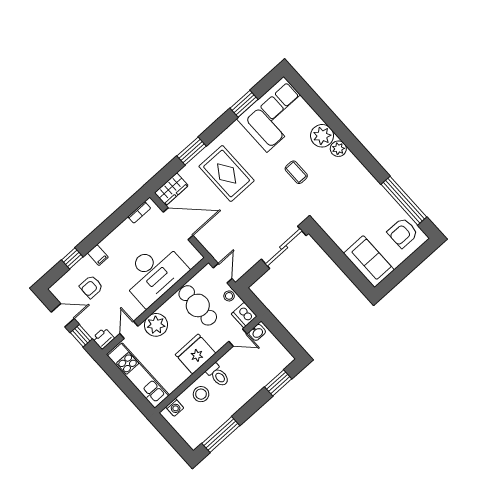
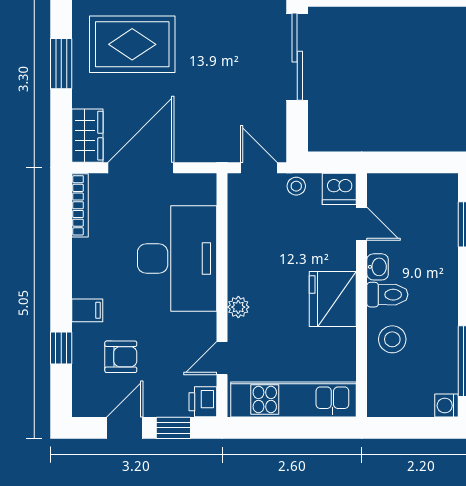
bookcase: (139, 212) -> (80, 205), width x1.56
armchair: (91, 287) -> (121, 357), turned -90
cafe table: (198, 305) -> (272, 239), removed
plant: (156, 325) -> (238, 307), width x0.53, depth x0.53
door: (129, 330) -> (222, 358), hinge flipped
washbasin: (257, 332) -> (378, 267), moved
door: (238, 338) -> (362, 224), hinge flipped
washing machine: (175, 407) -> (447, 406), moved, turned 180

